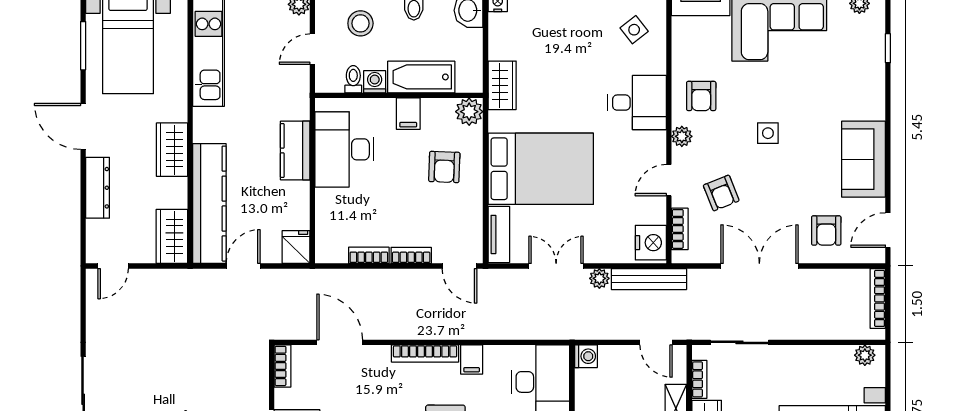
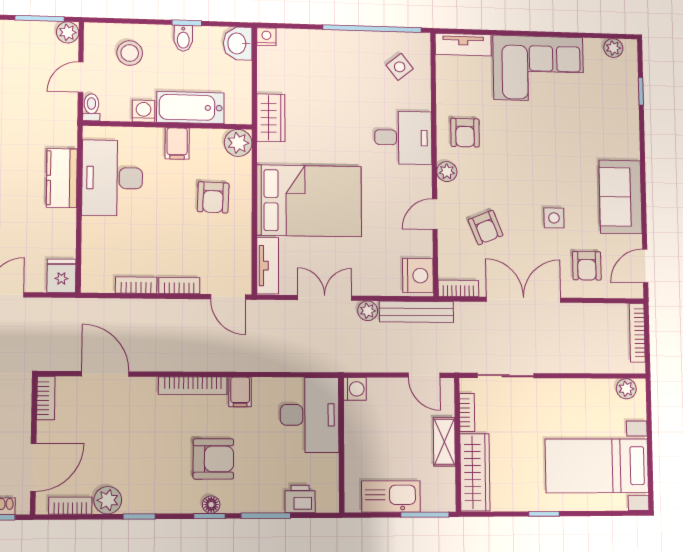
toilet: (353, 79) -> (91, 107), moved
side table: (768, 133) -> (554, 218), moved
bookcase: (680, 229) -> (458, 288), moved, turned -90

